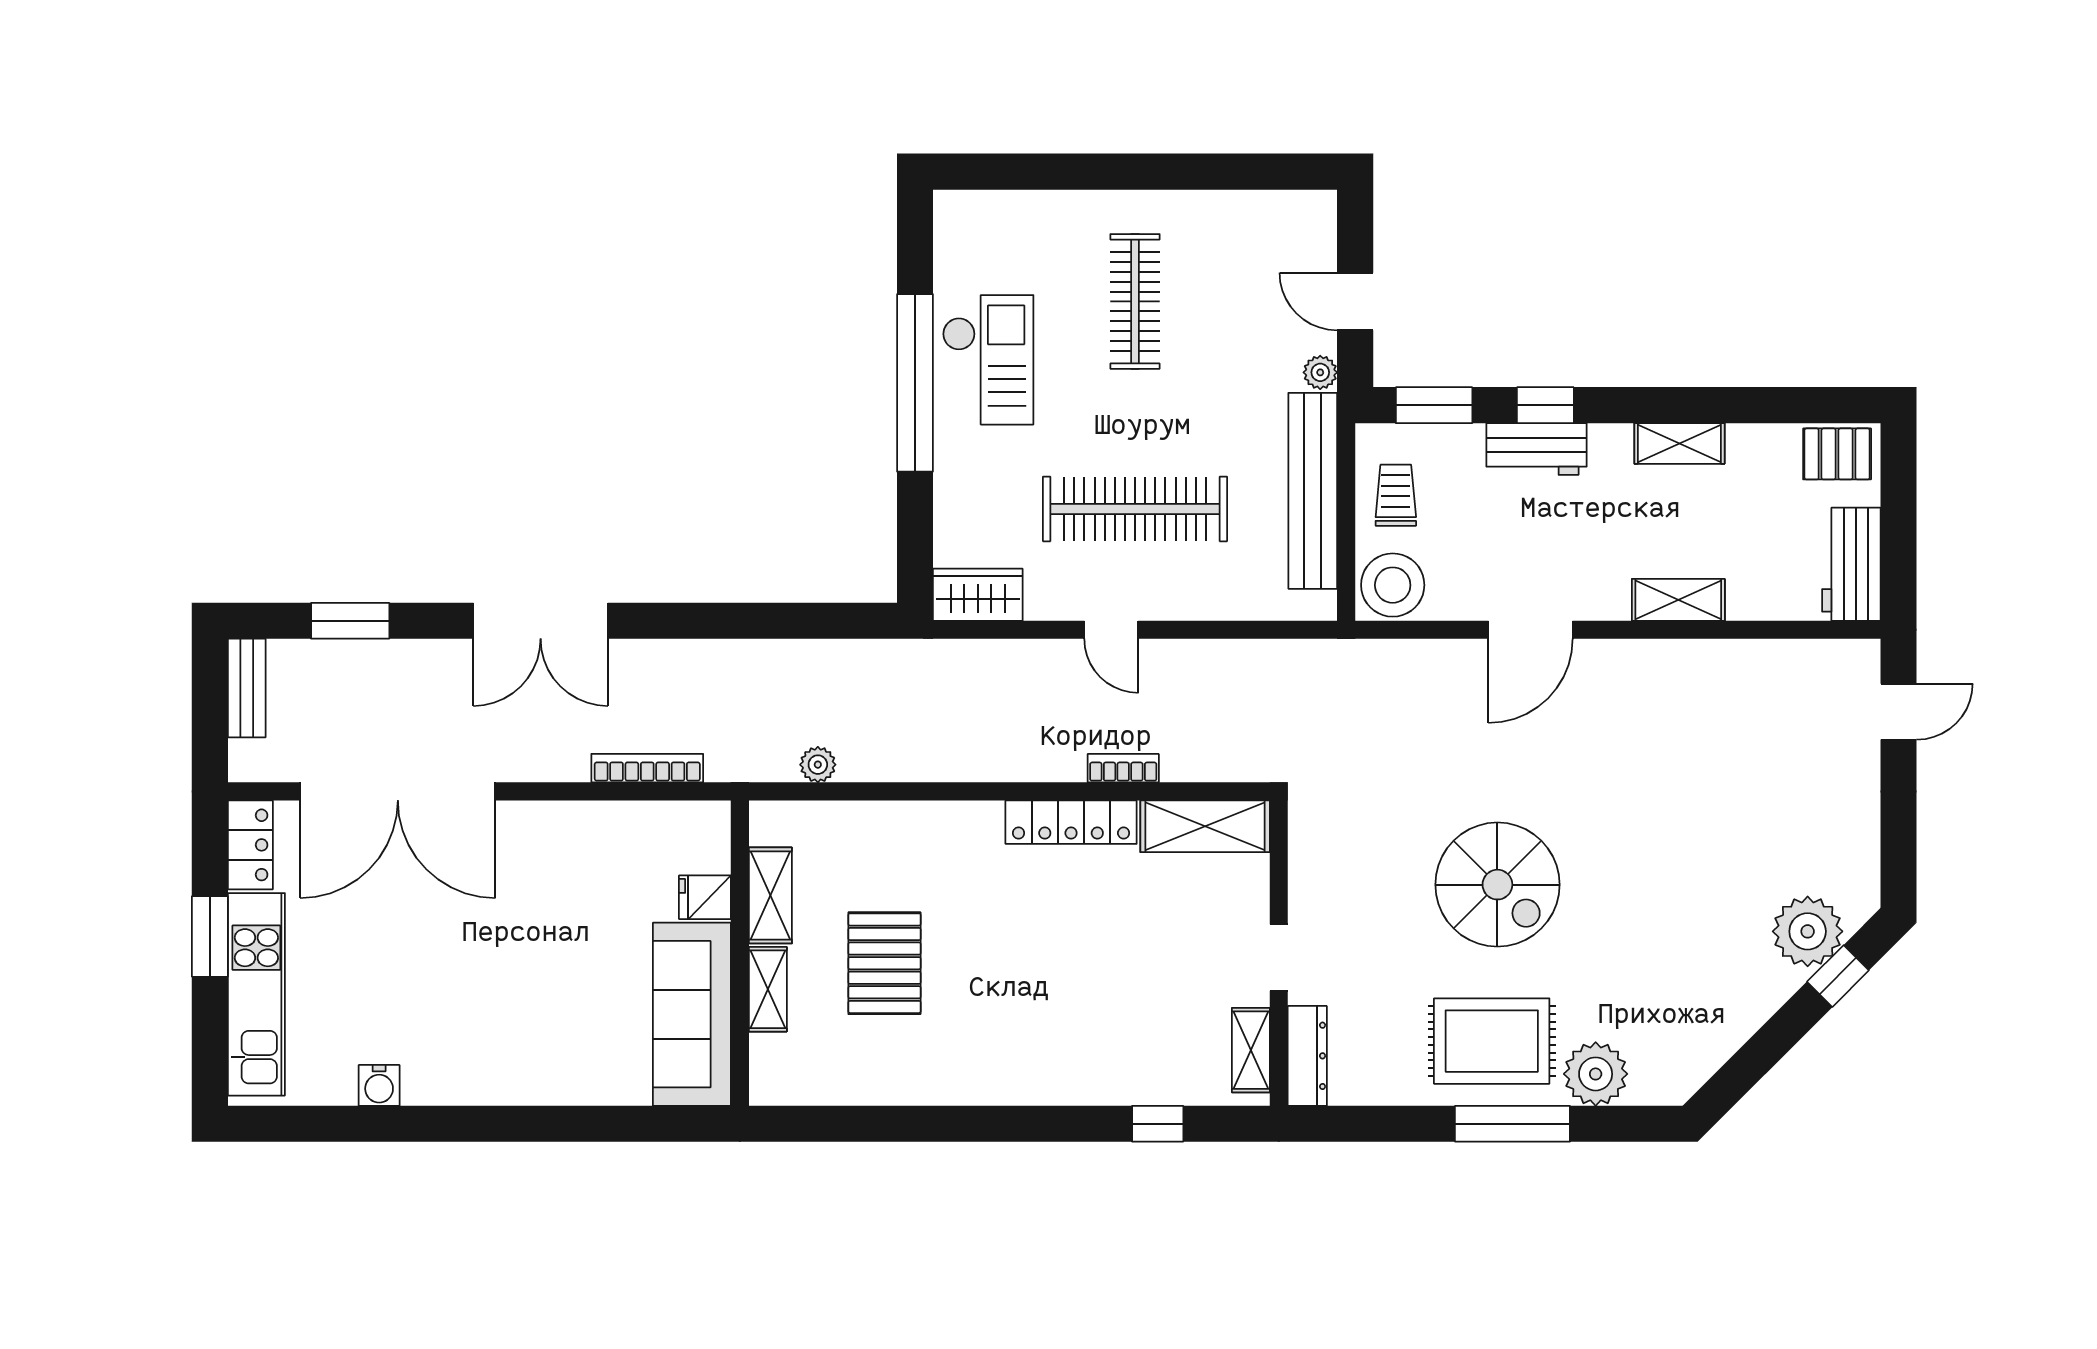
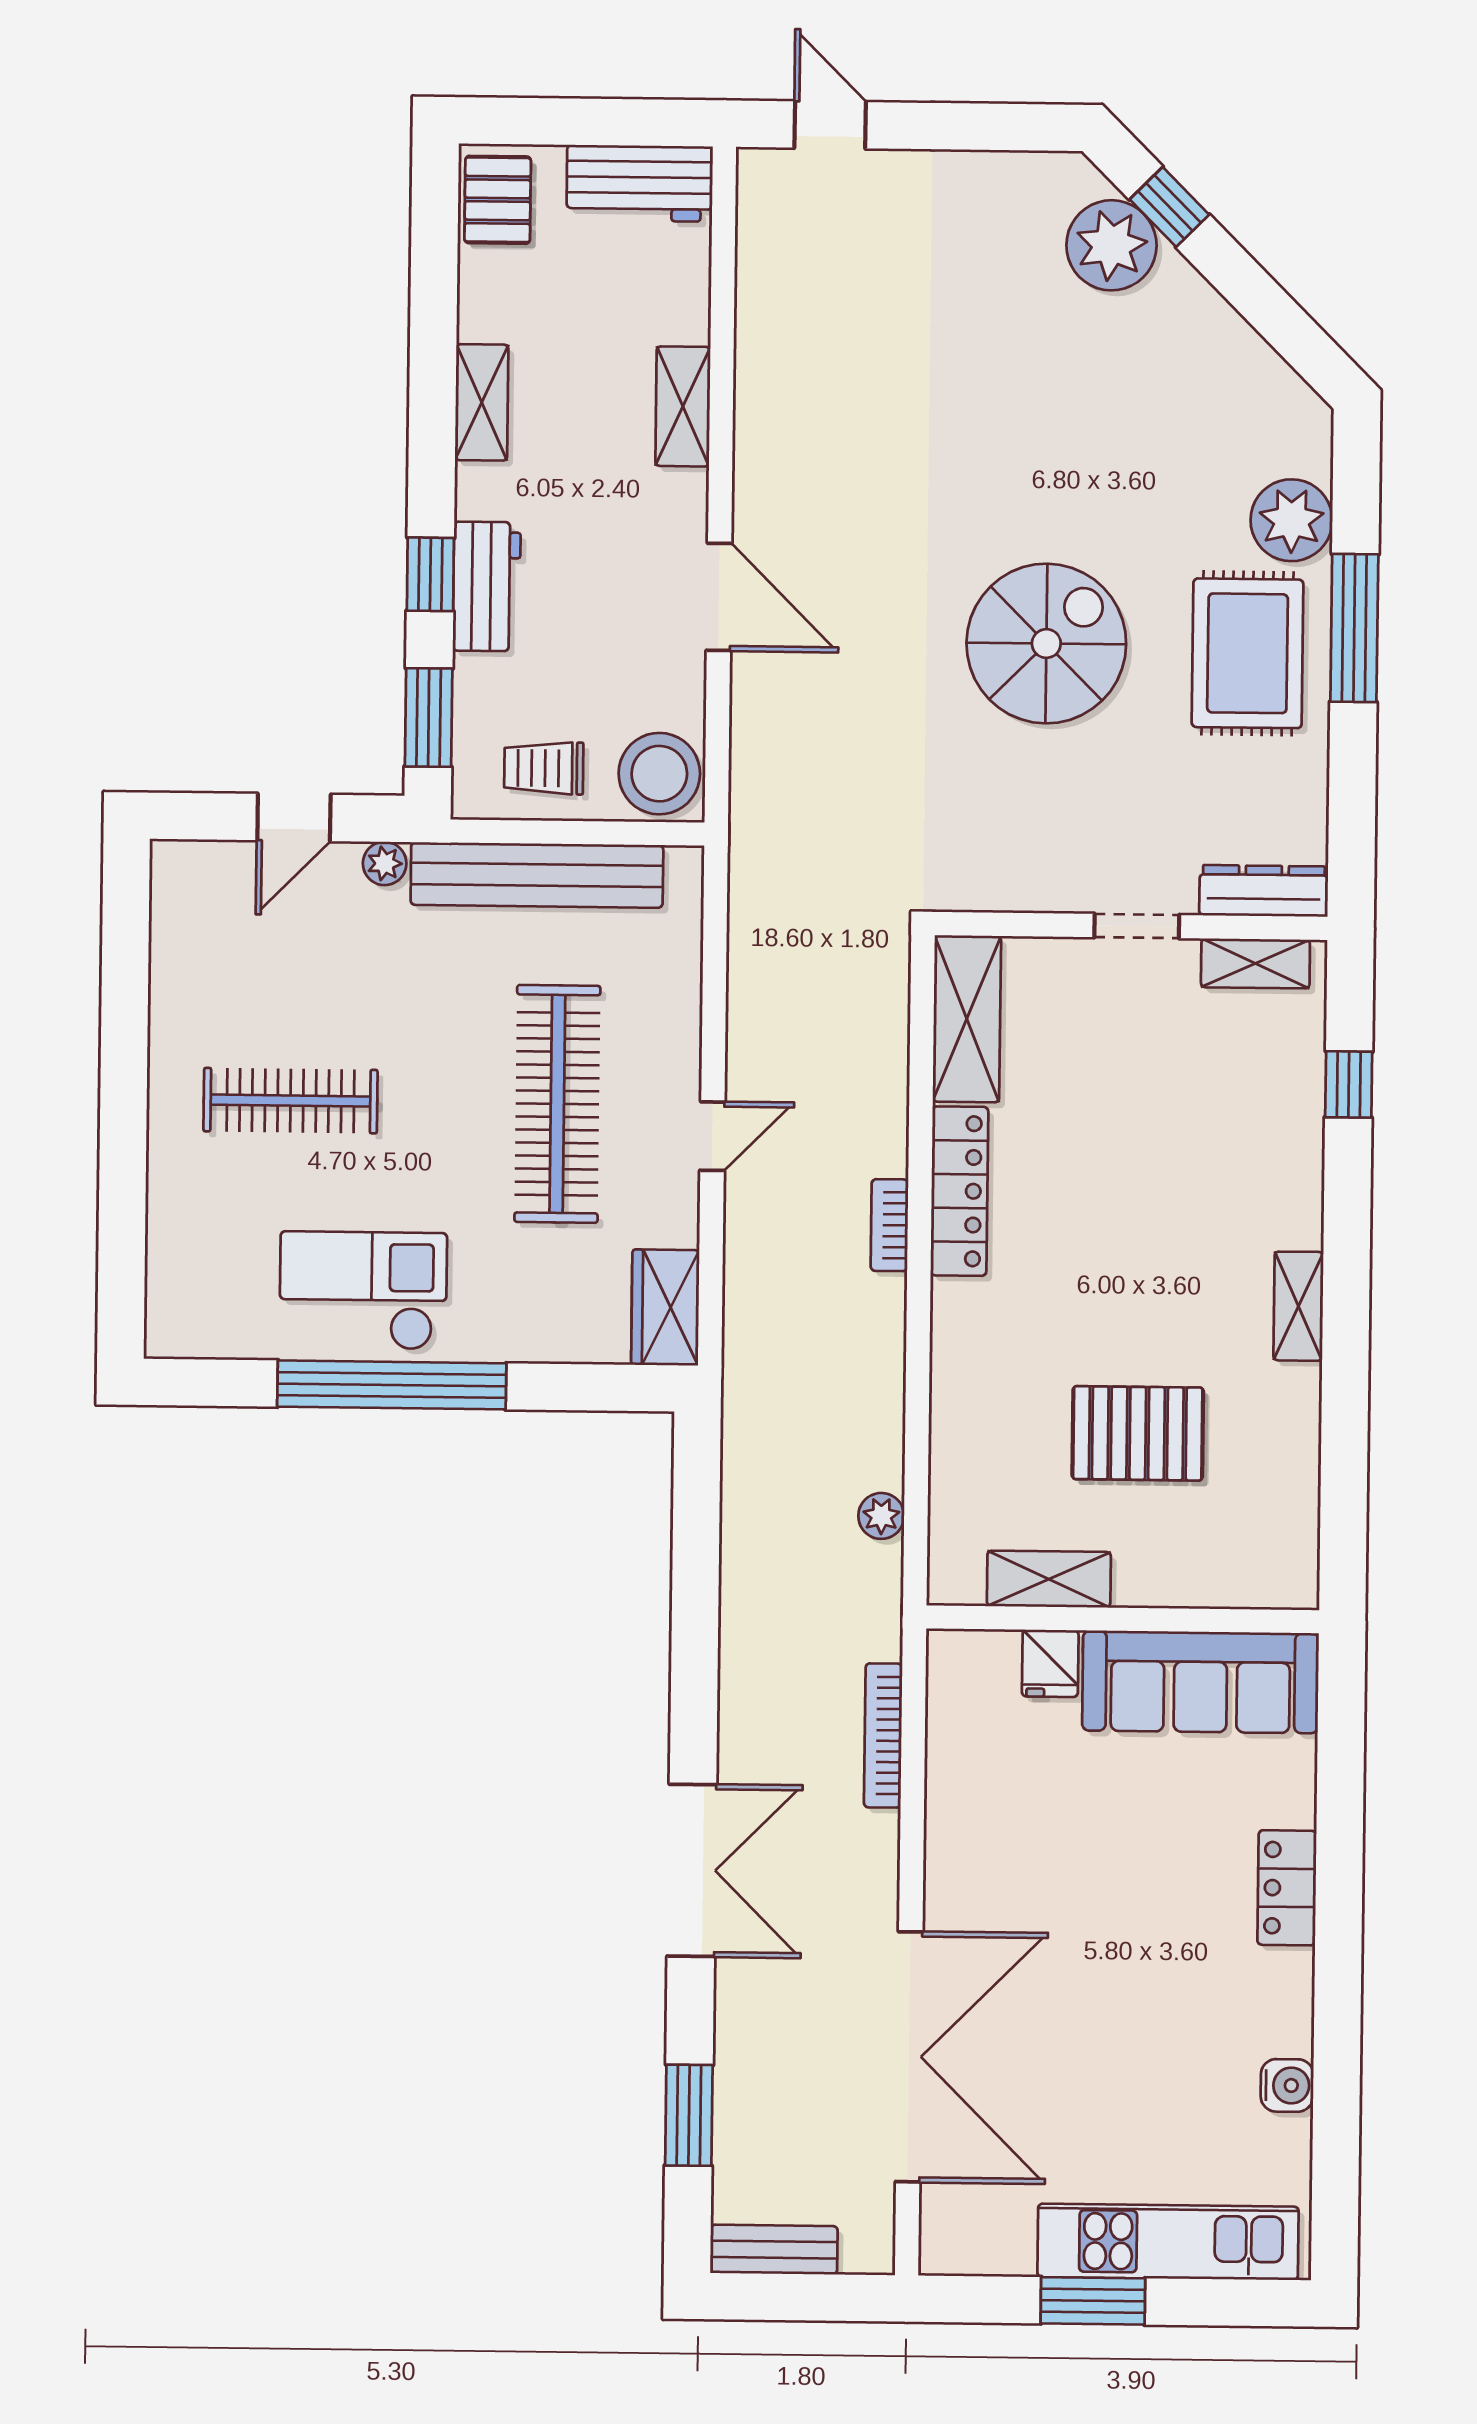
bookcase: (1123, 768) -> (889, 1225), moved
locker: (250, 845) -> (1287, 1888), moved, turned -90
shelving: (768, 989) -> (1298, 1306), moved, turned 90

